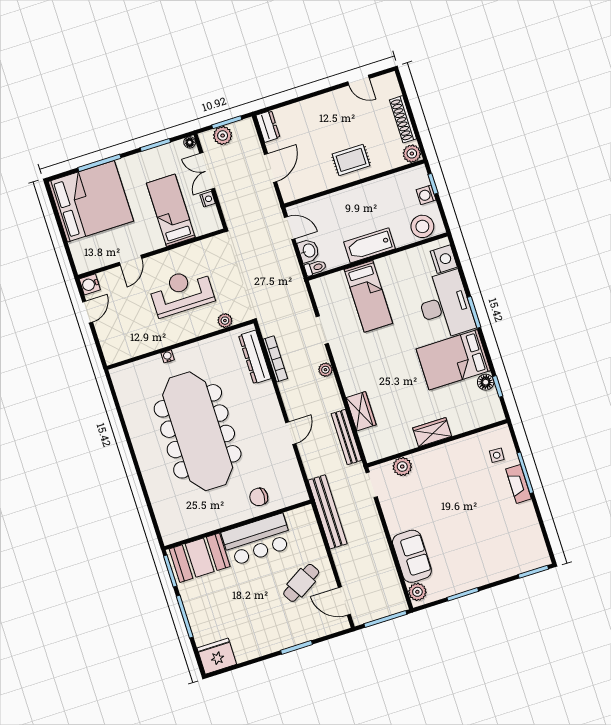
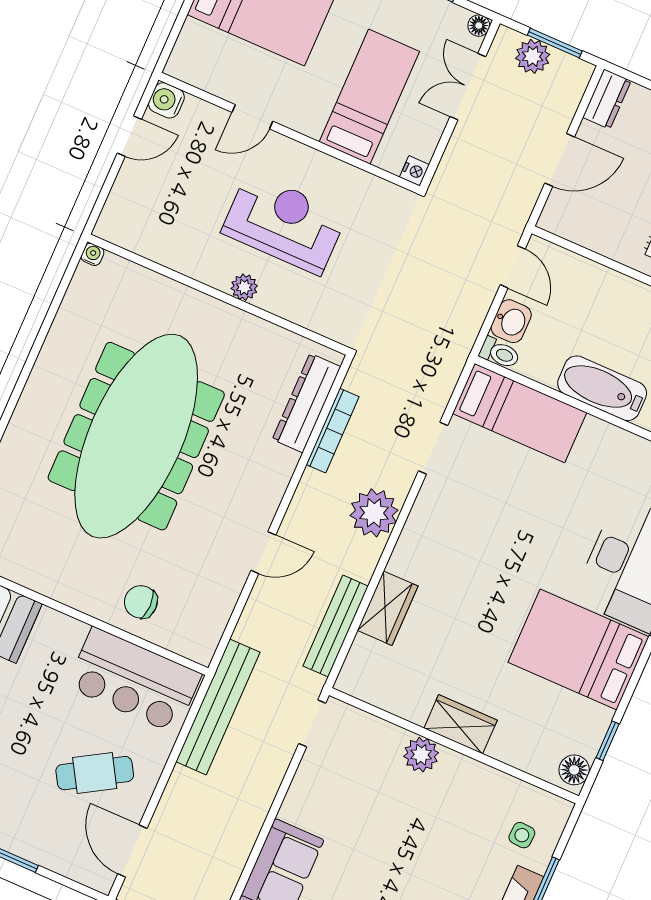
nightstand: (208, 199) -> (414, 171), moved
bed: (368, 296) -> (520, 413), moved, turned -90
plant: (225, 321) -> (244, 287), moved
water cooler: (168, 356) -> (93, 254), moved
plant: (325, 370) -> (374, 513), width x1.88, depth x1.88
floor lamp: (486, 382) -> (574, 770), moved
plant: (402, 467) -> (421, 755), moved
bar counter: (257, 540) -> (134, 680), moved

